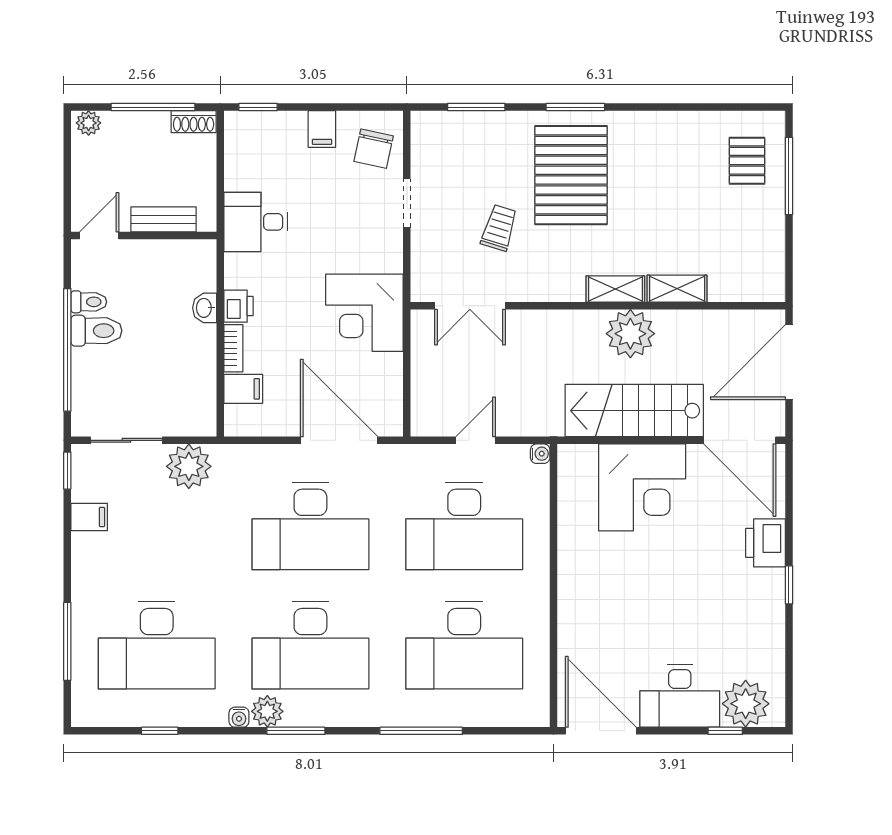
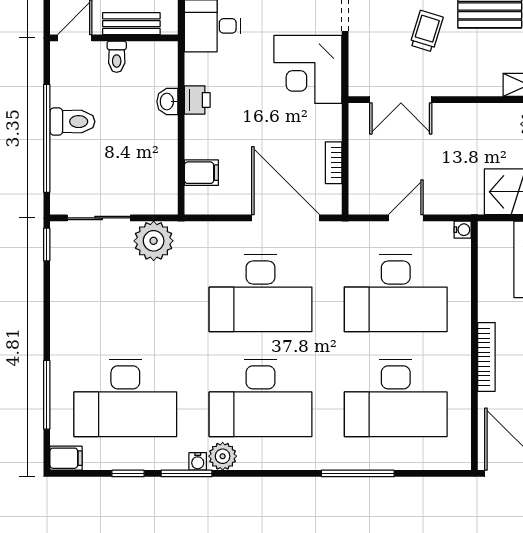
toilet: (89, 302) -> (117, 57), moved, turned 90
corner desk: (364, 313) -> (308, 69), moved
bookcase: (233, 348) -> (334, 163), moved, turned 180
filing cabinet: (89, 517) -> (66, 458), moved
bookcase: (567, 598) -> (486, 357), added
window: (296, 731) -> (186, 473), moved

